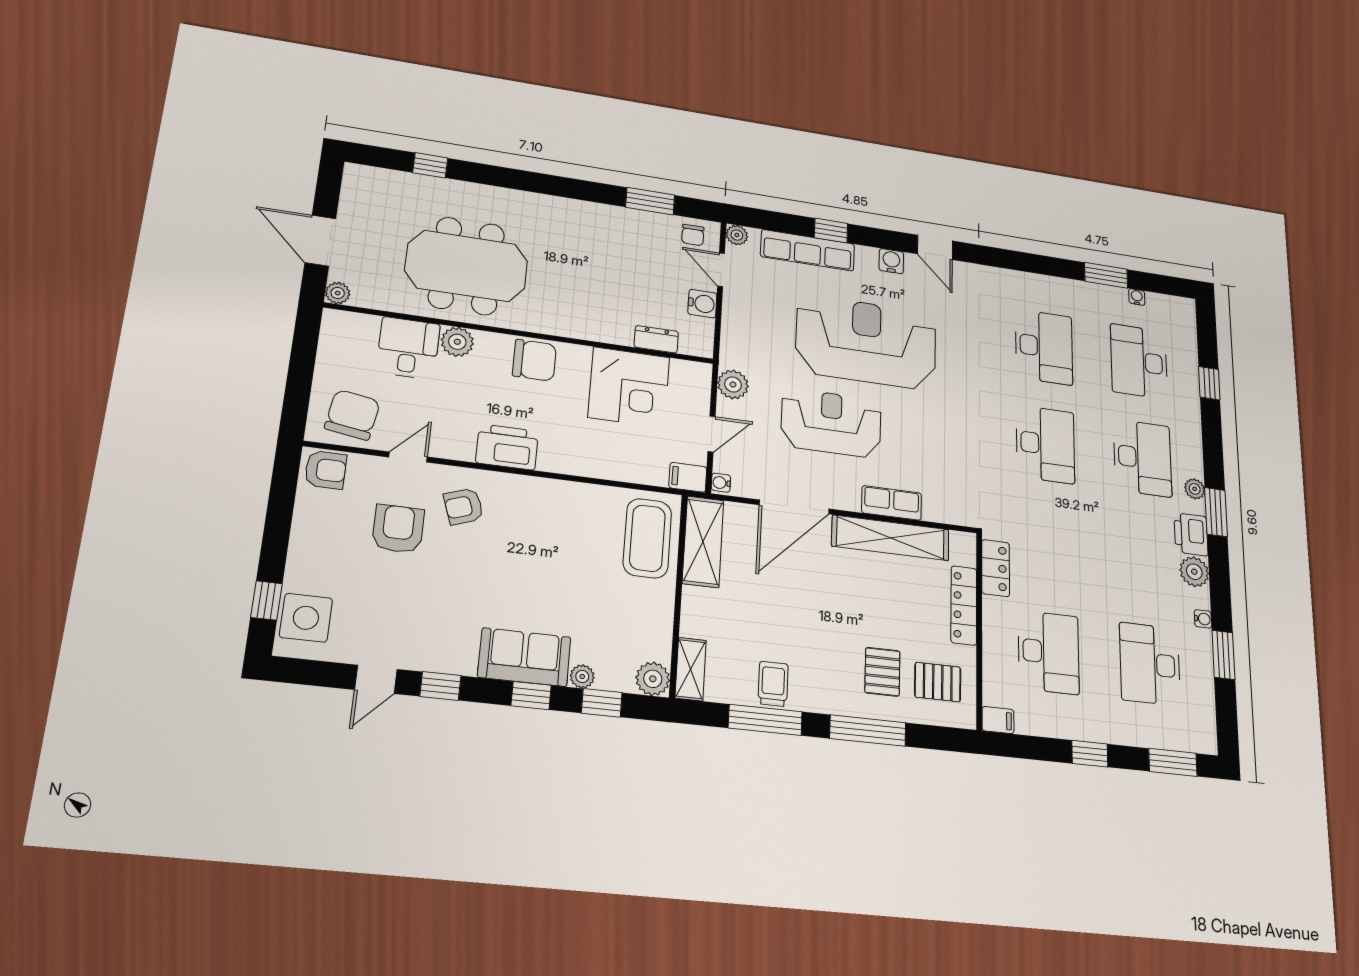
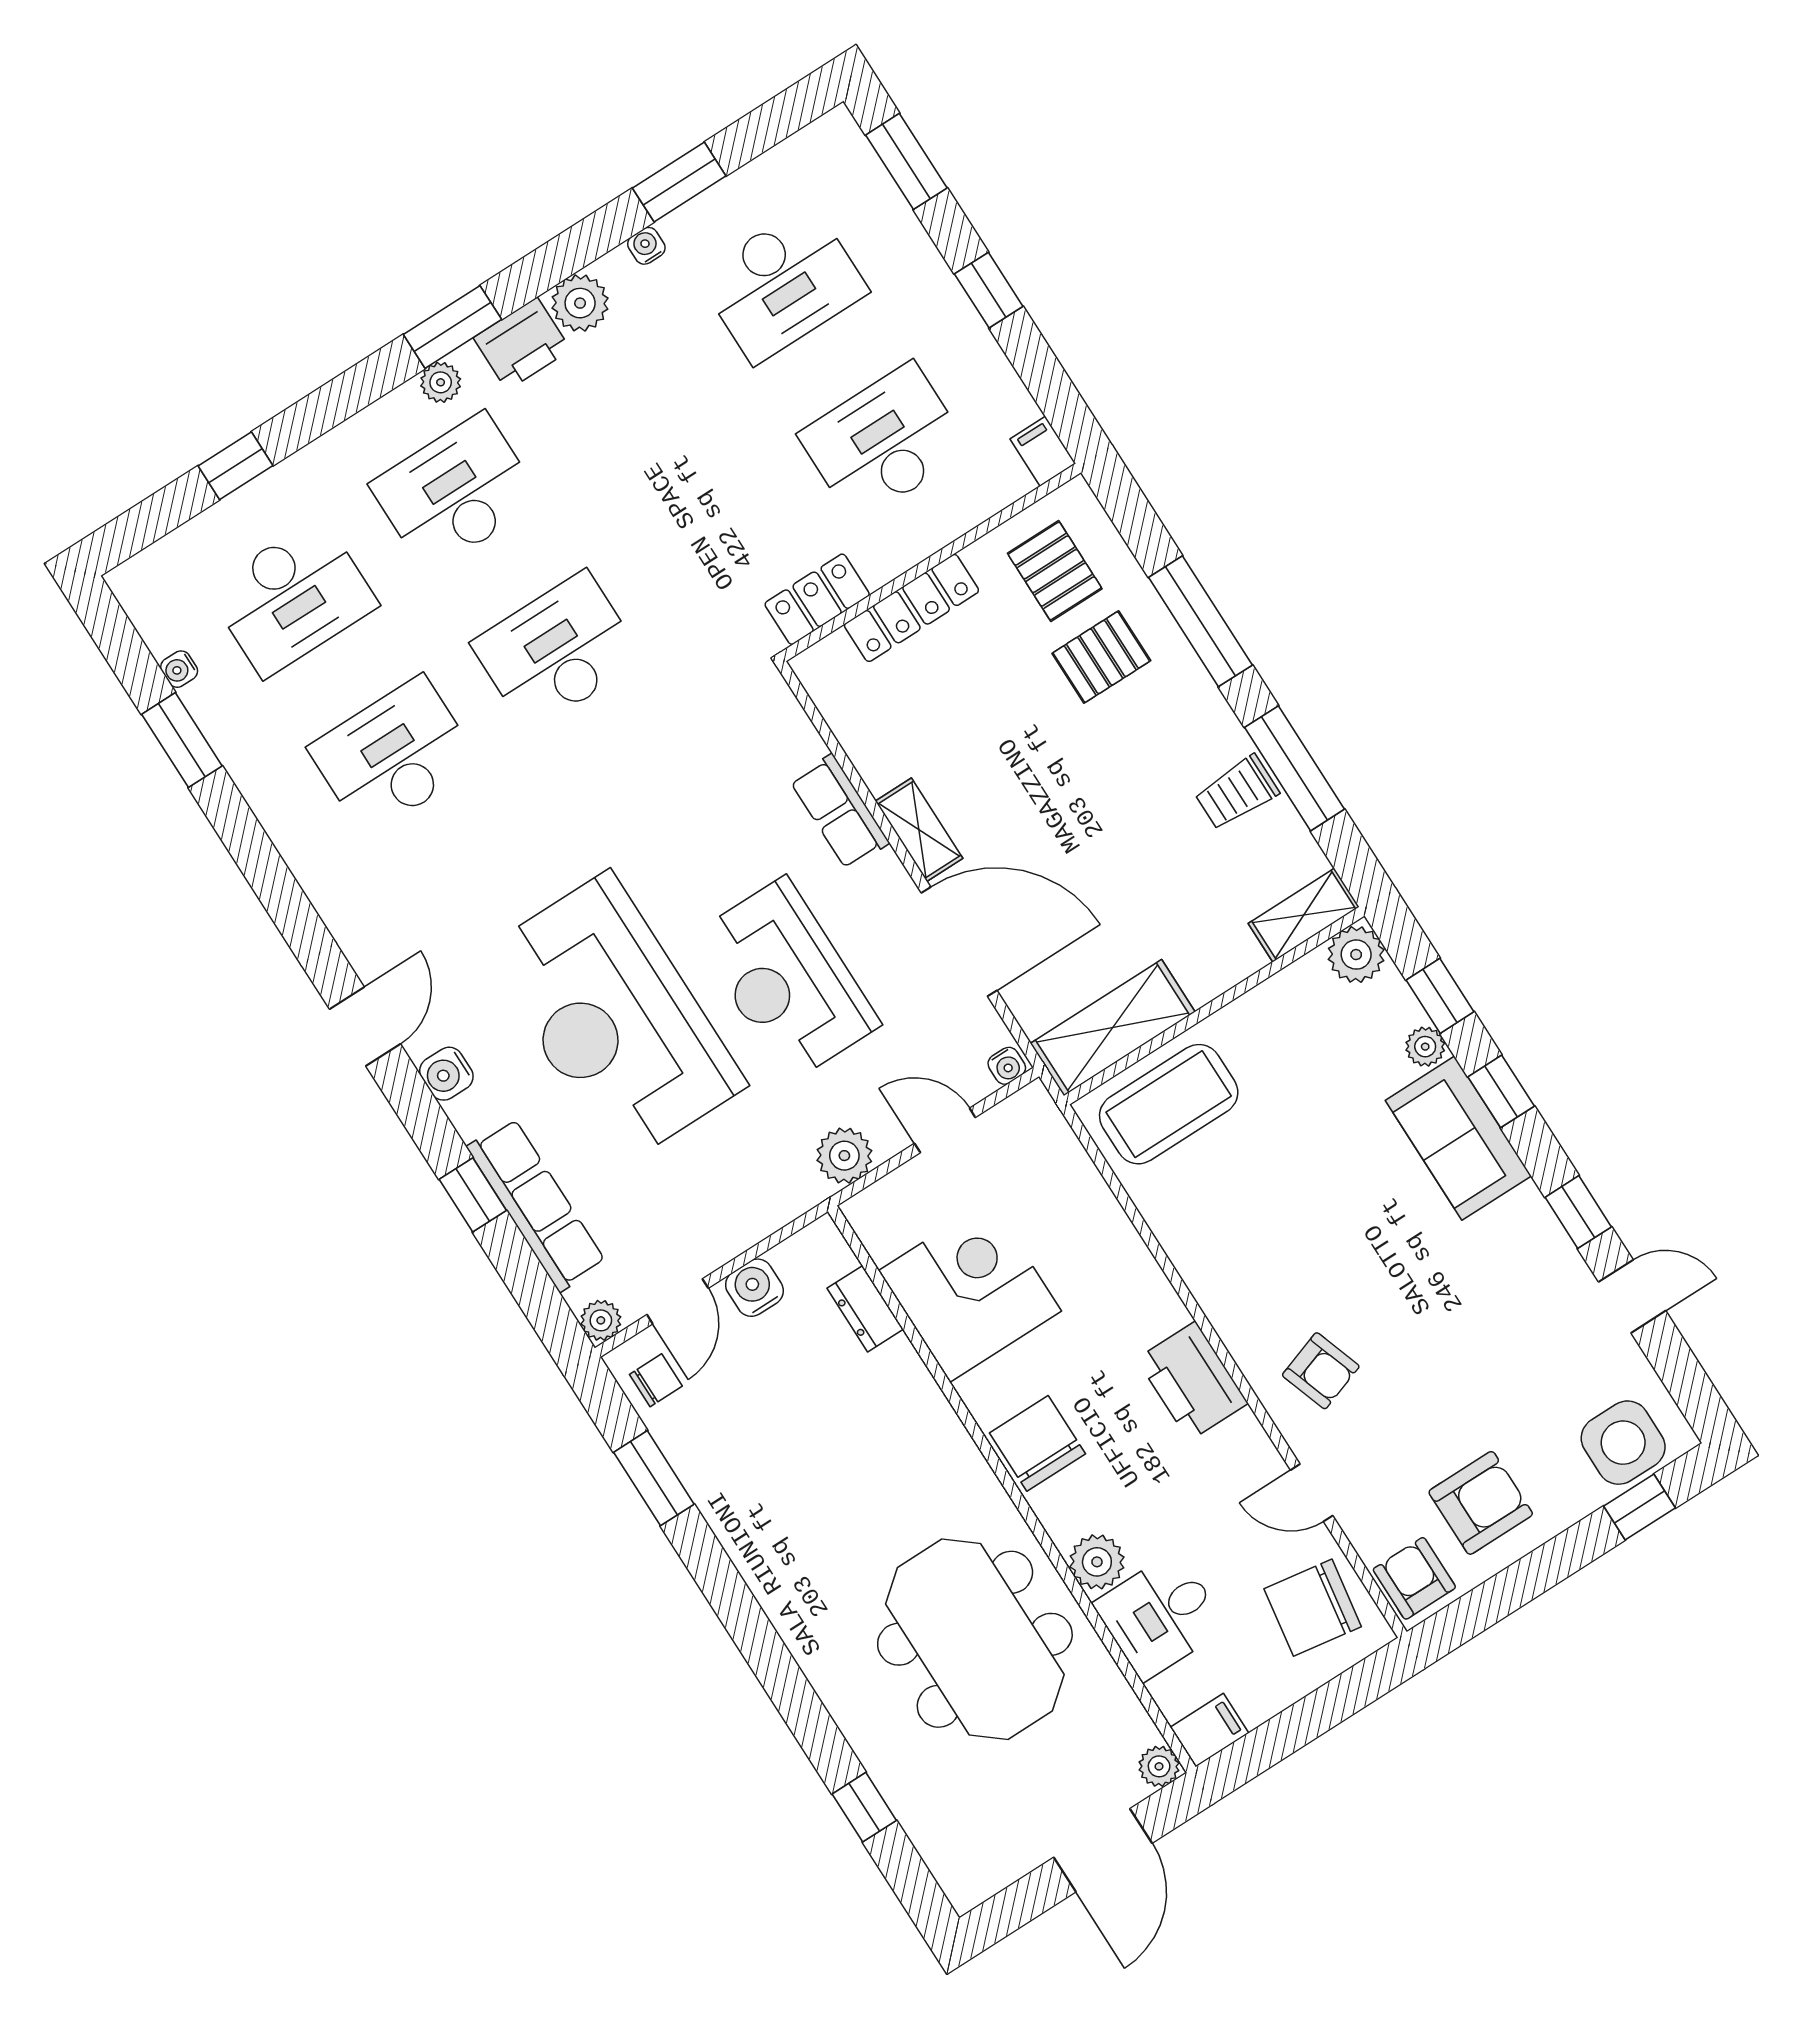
filing cabinet: (688, 477) -> (1209, 1730), moved, turned -90
armchair: (398, 529) -> (1481, 1503), moved, turned 180
shelving: (891, 538) -> (919, 830), width x0.45, depth x0.75

